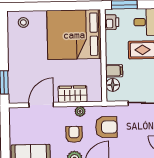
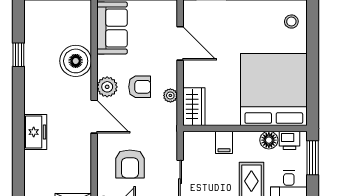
floor lamp: (113, 85) -> (269, 140), moved
wardrobe: (73, 94) -> (194, 107), moved
armchair: (106, 127) -> (130, 164), moved

